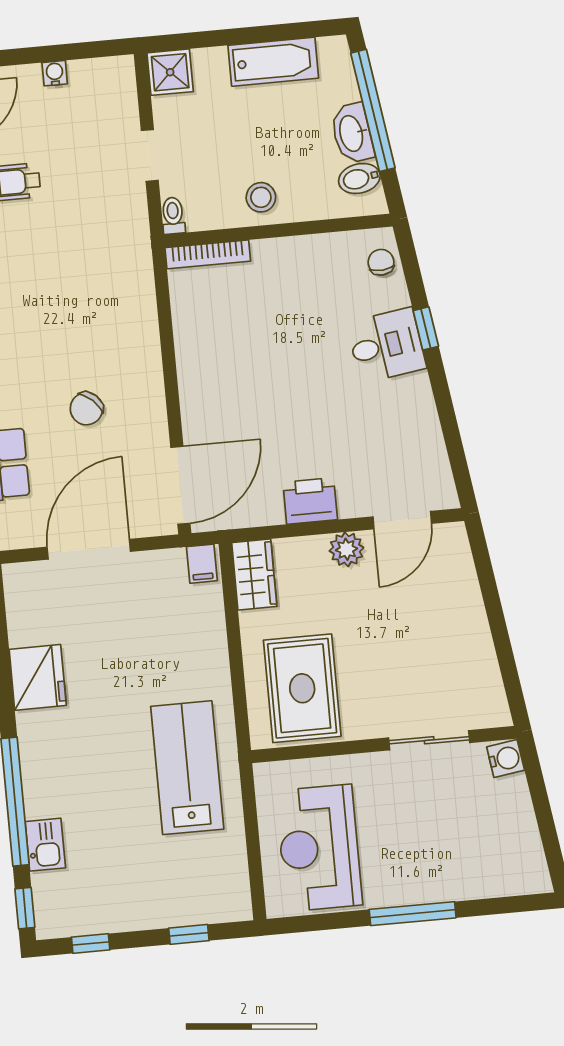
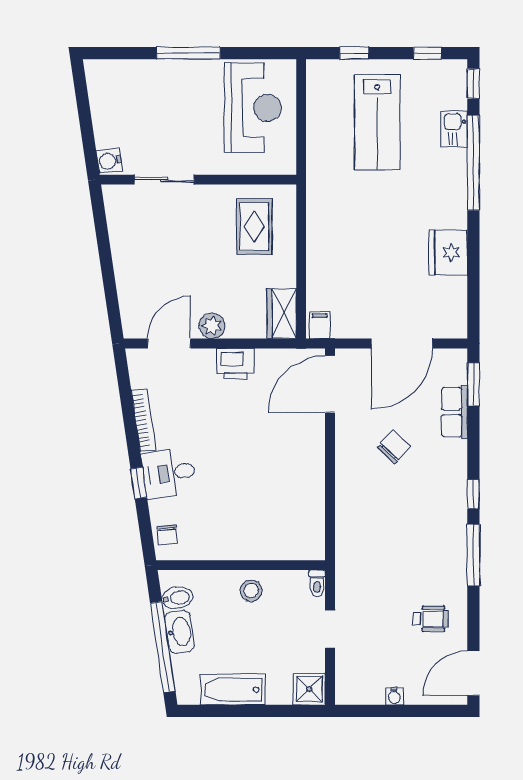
bookcase: (208, 254) -> (144, 420), moved, turned 82
rug: (302, 688) -> (254, 227), width x0.73, depth x0.70
lab bench: (187, 768) -> (377, 122), moved

